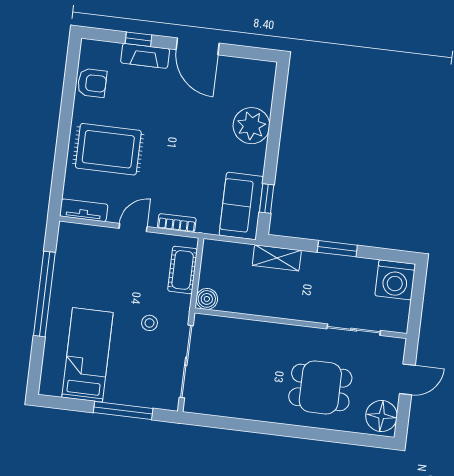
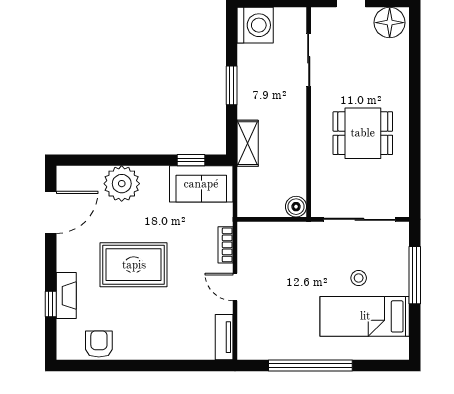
door: (198, 46) -> (51, 212), moved
rug: (108, 149) -> (134, 265), moved, turned 90
cot: (183, 270) -> (271, 234), removed
stool: (149, 323) -> (359, 278), moved
dining table: (320, 387) -> (363, 133), moved, turned 90

